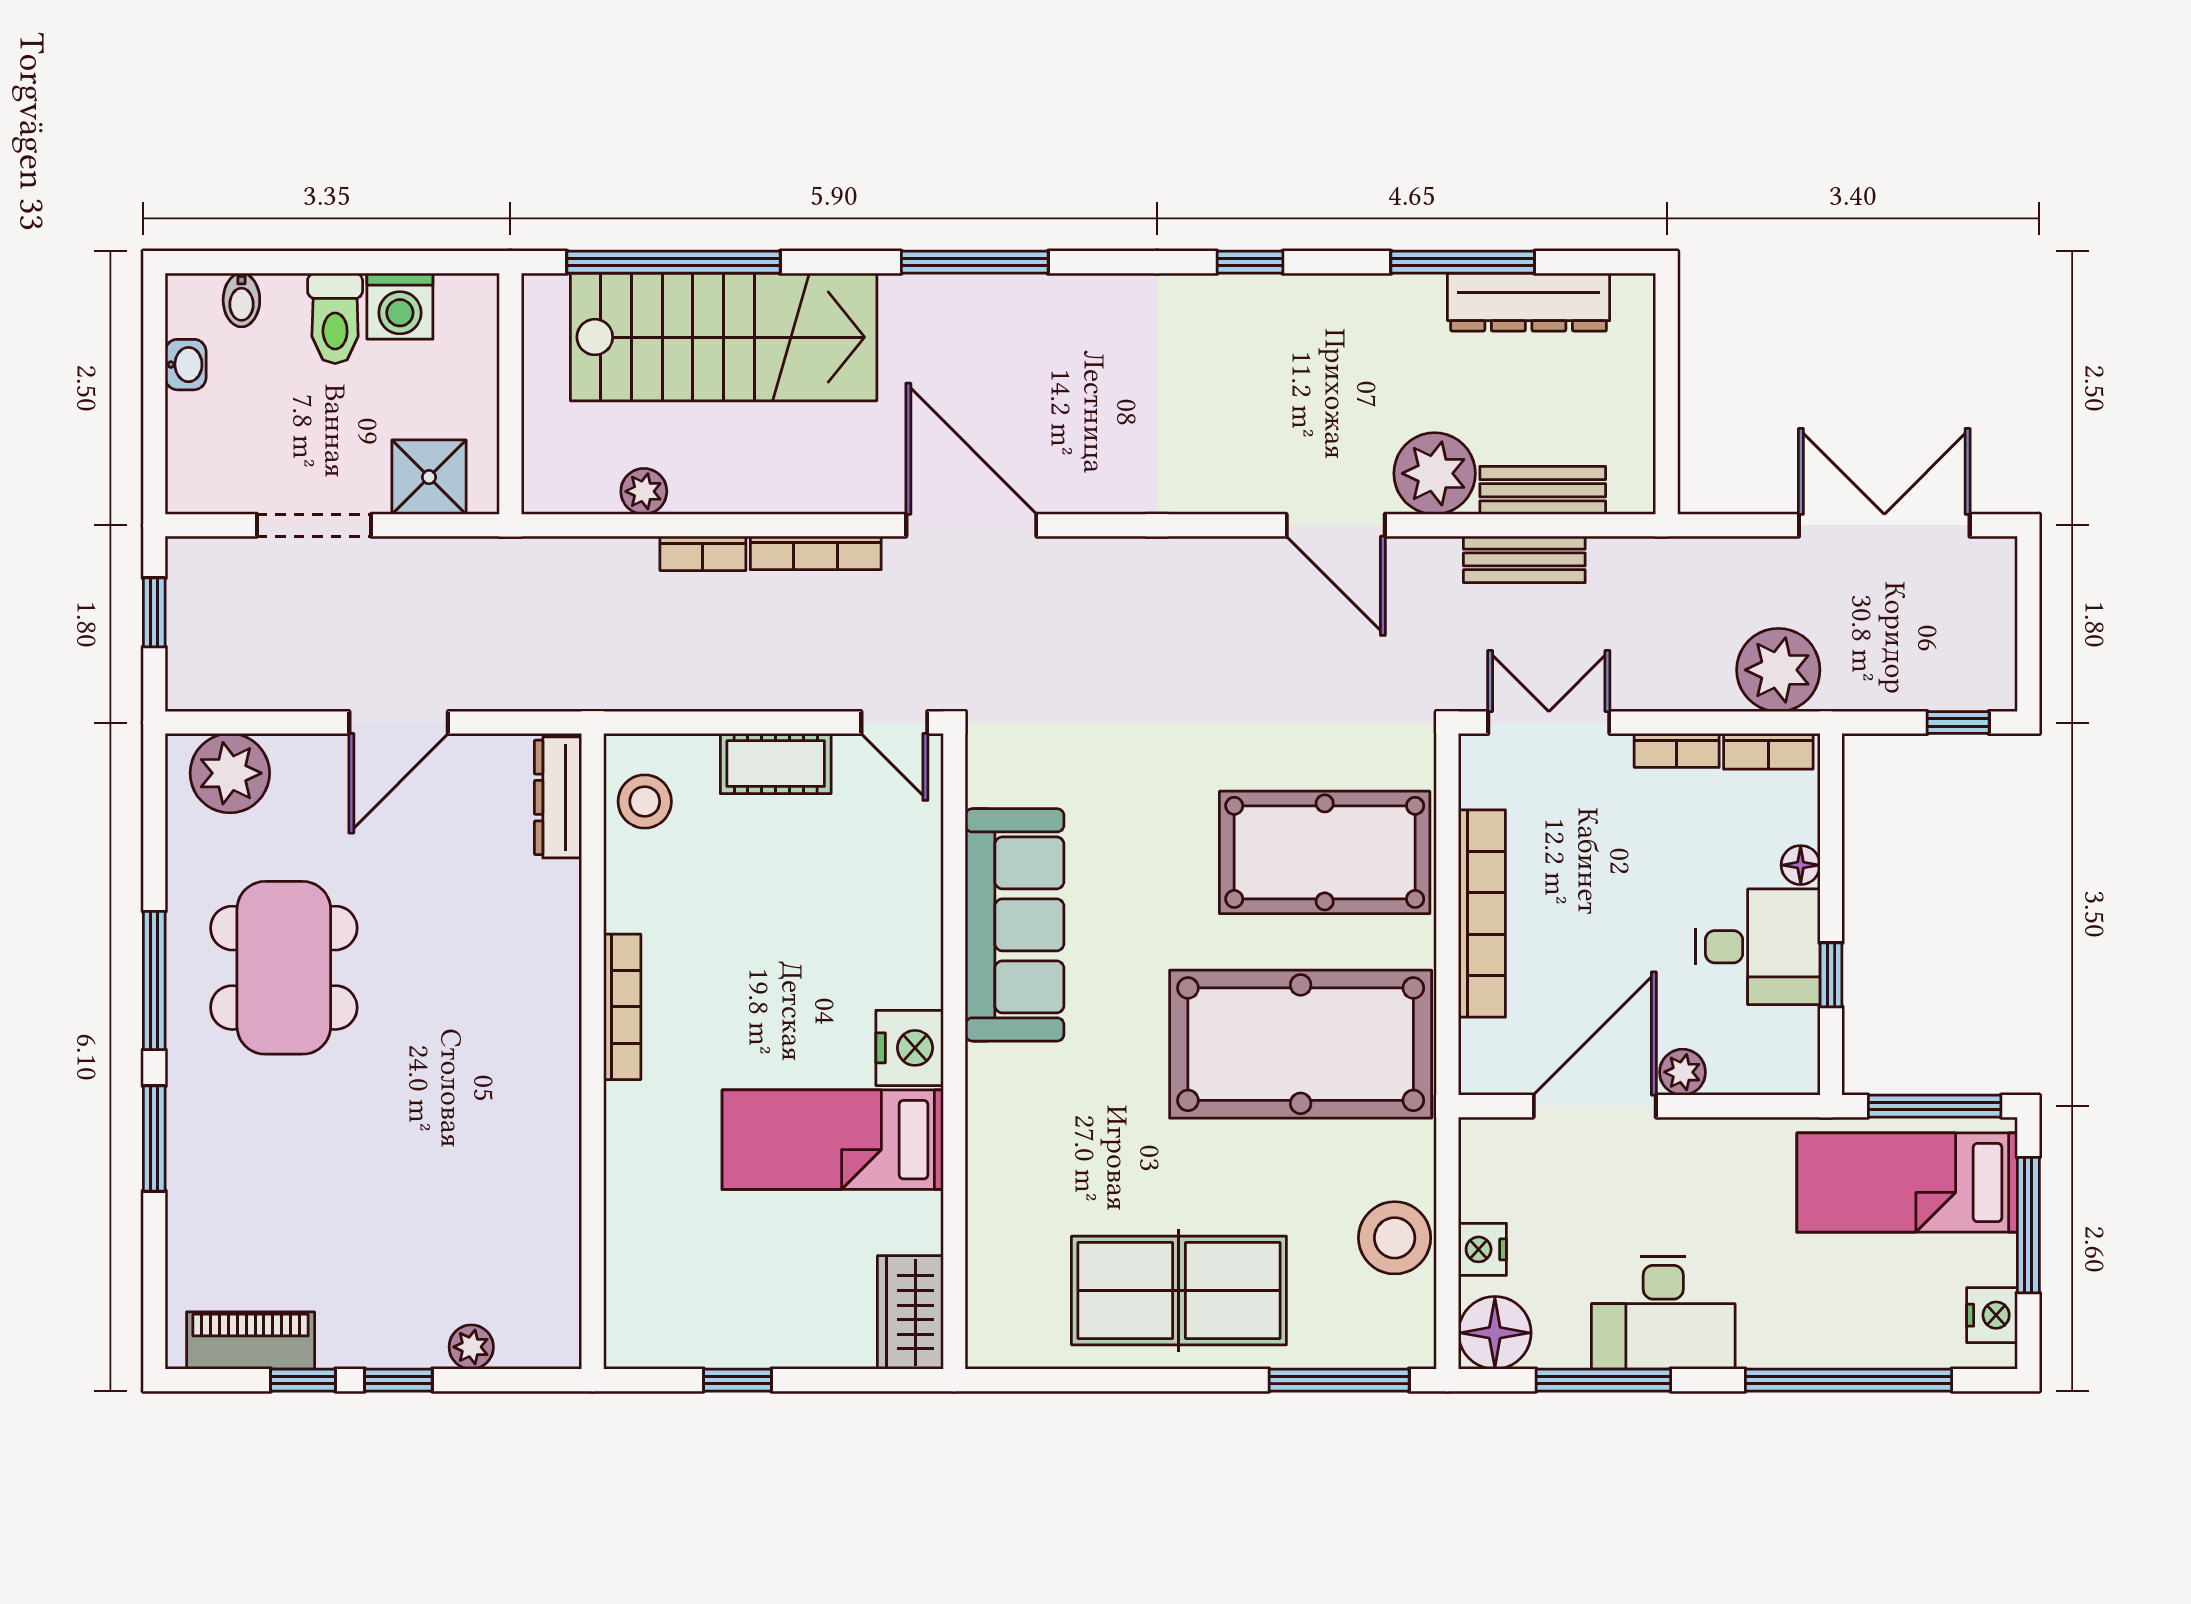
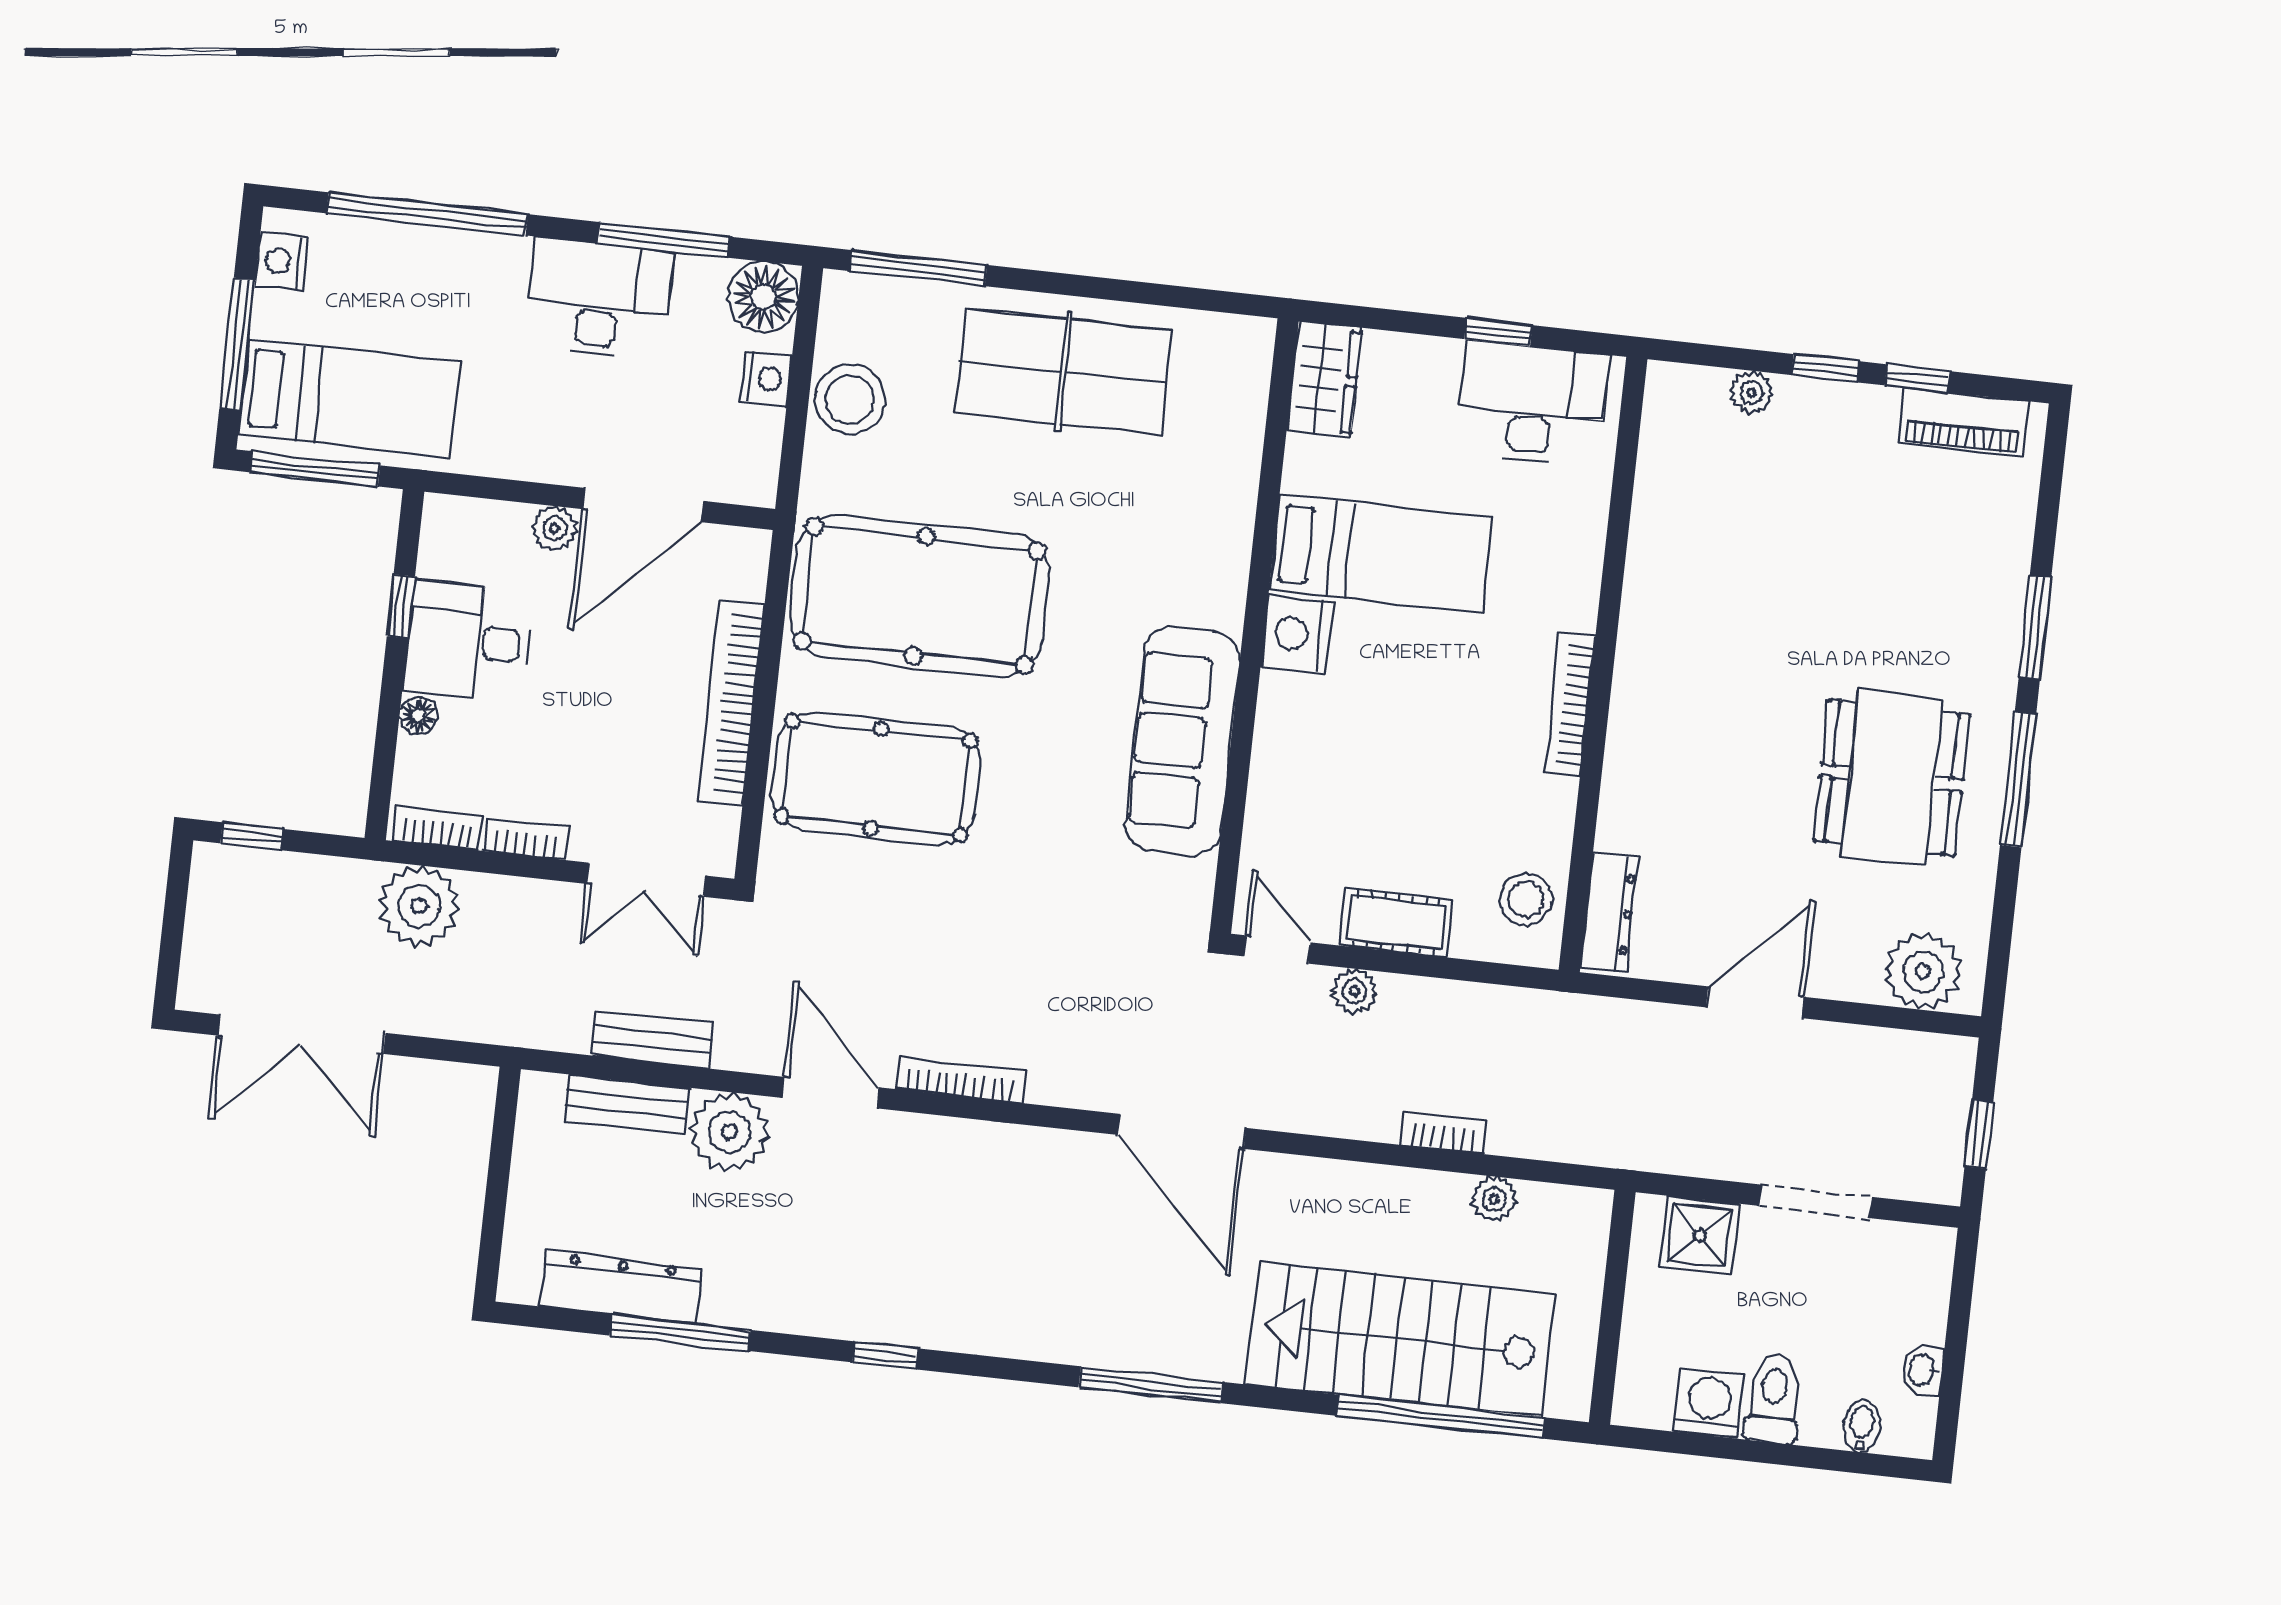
bookcase: (816, 553) -> (961, 1080), moved
plant: (810, 688) -> (1354, 991), added
desk: (695, 1310) -> (1532, 404), added

